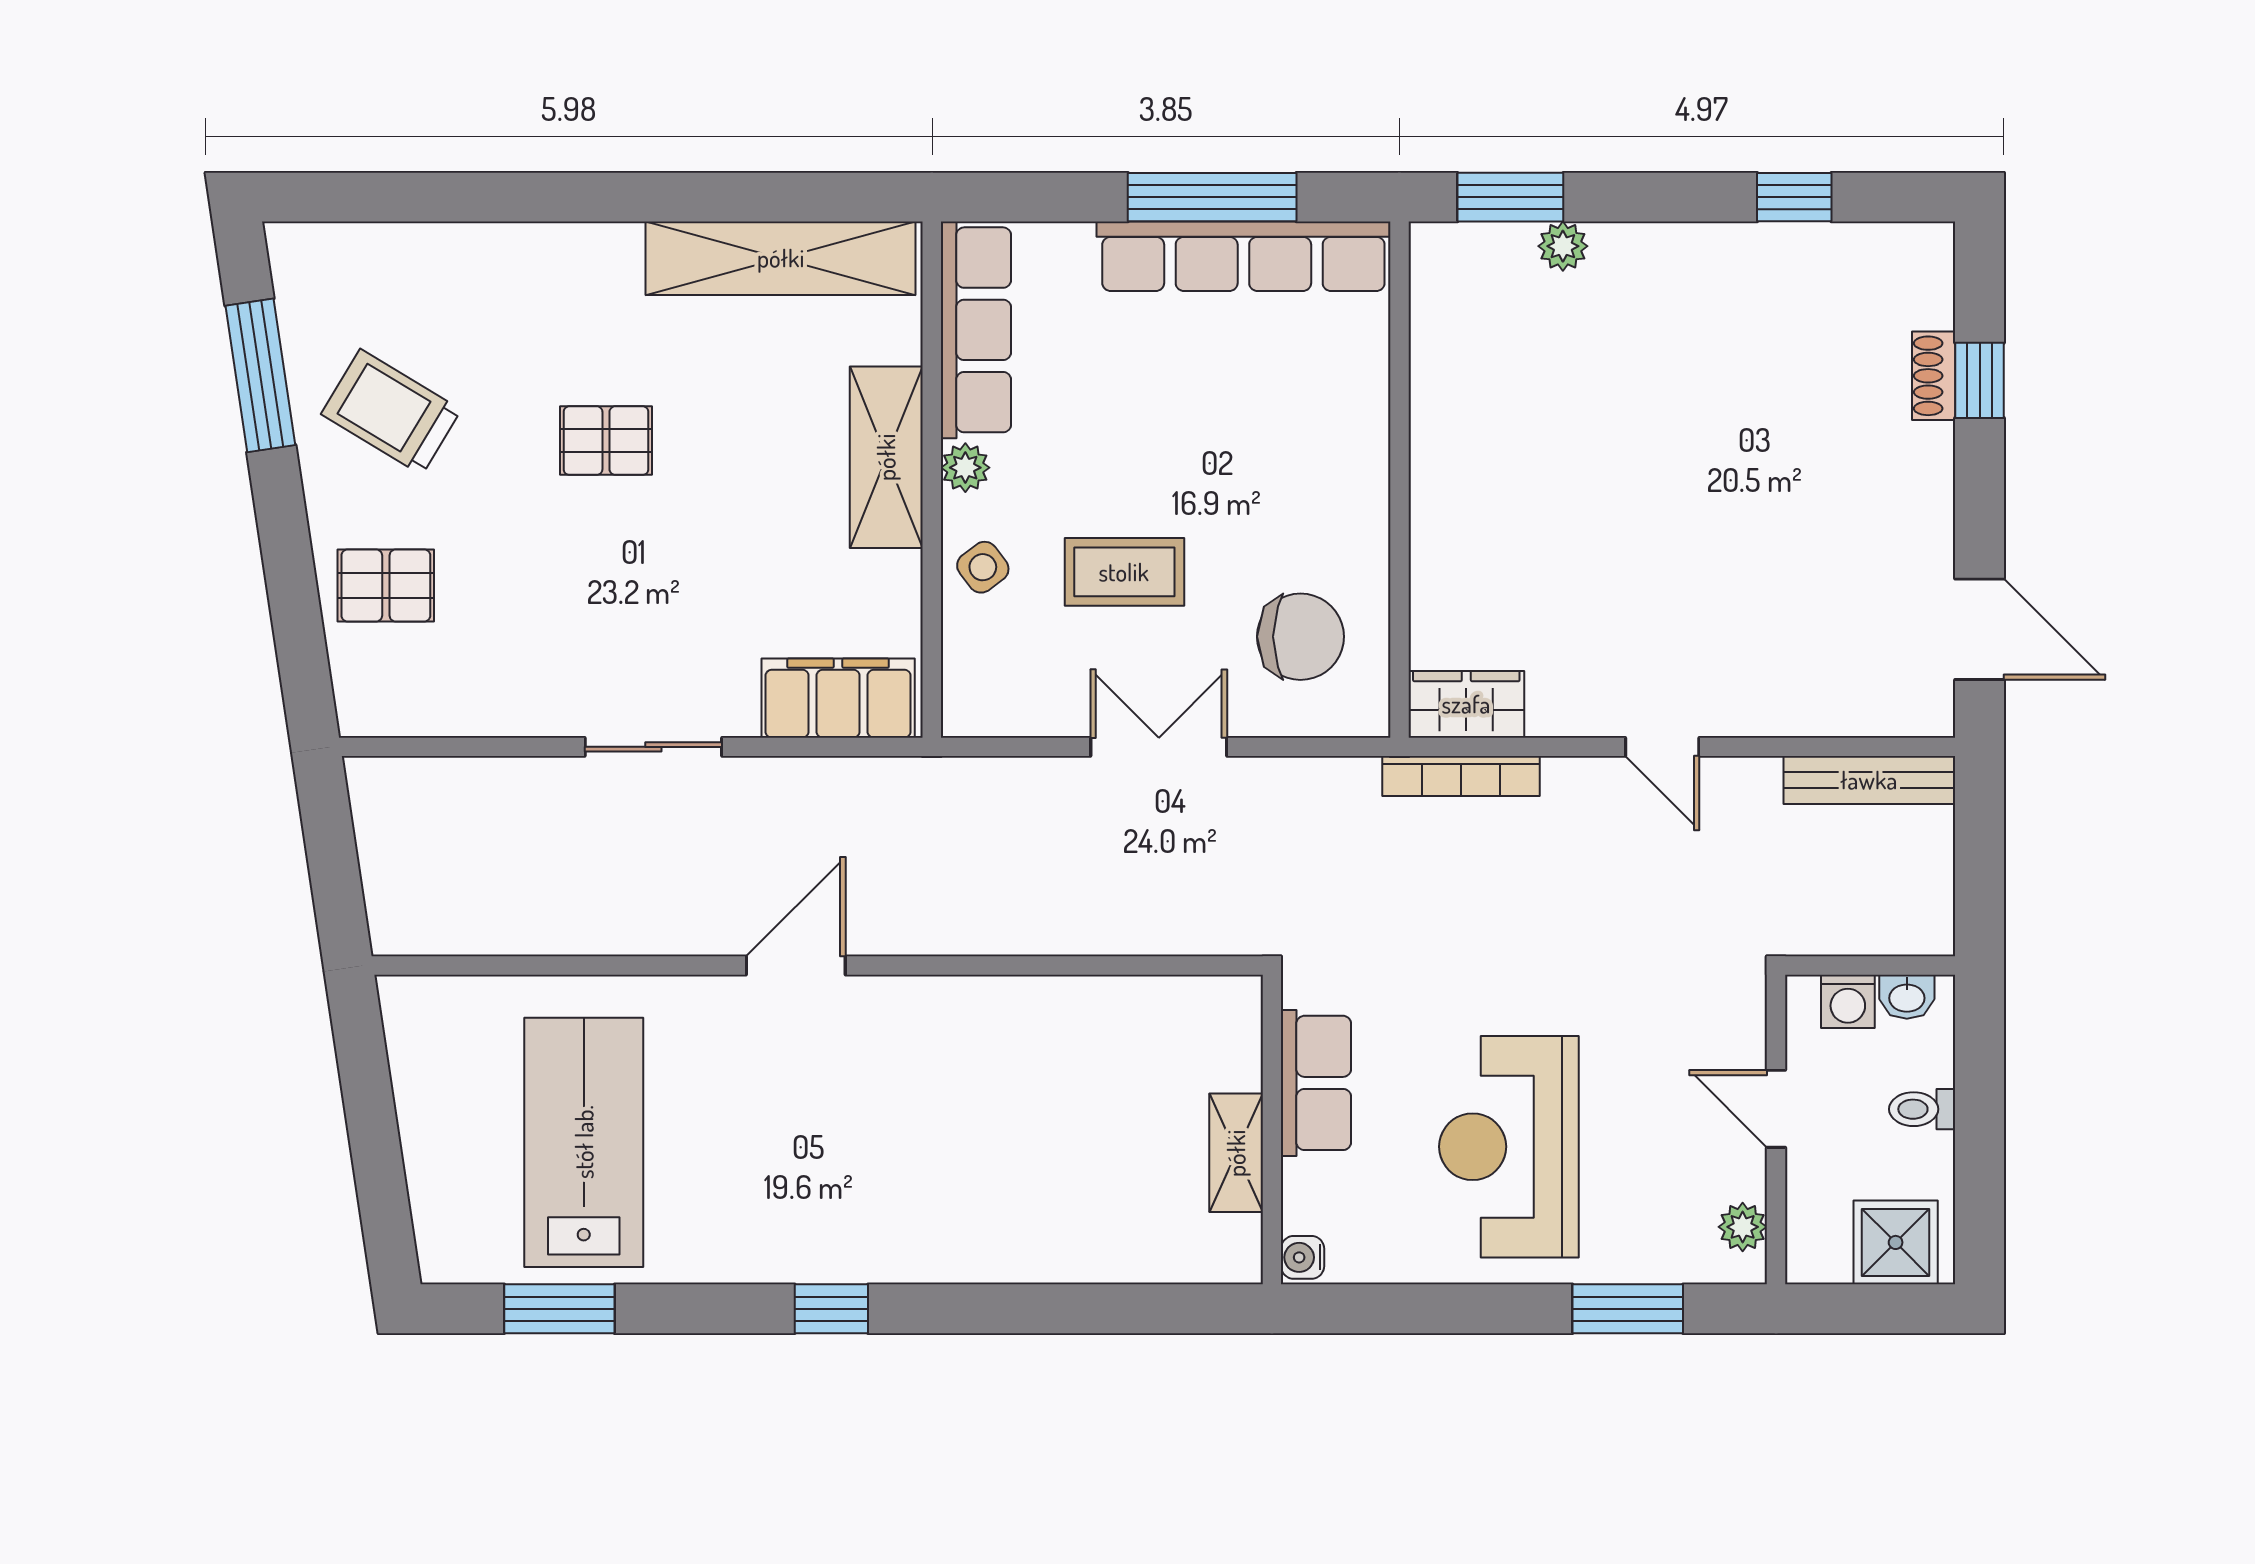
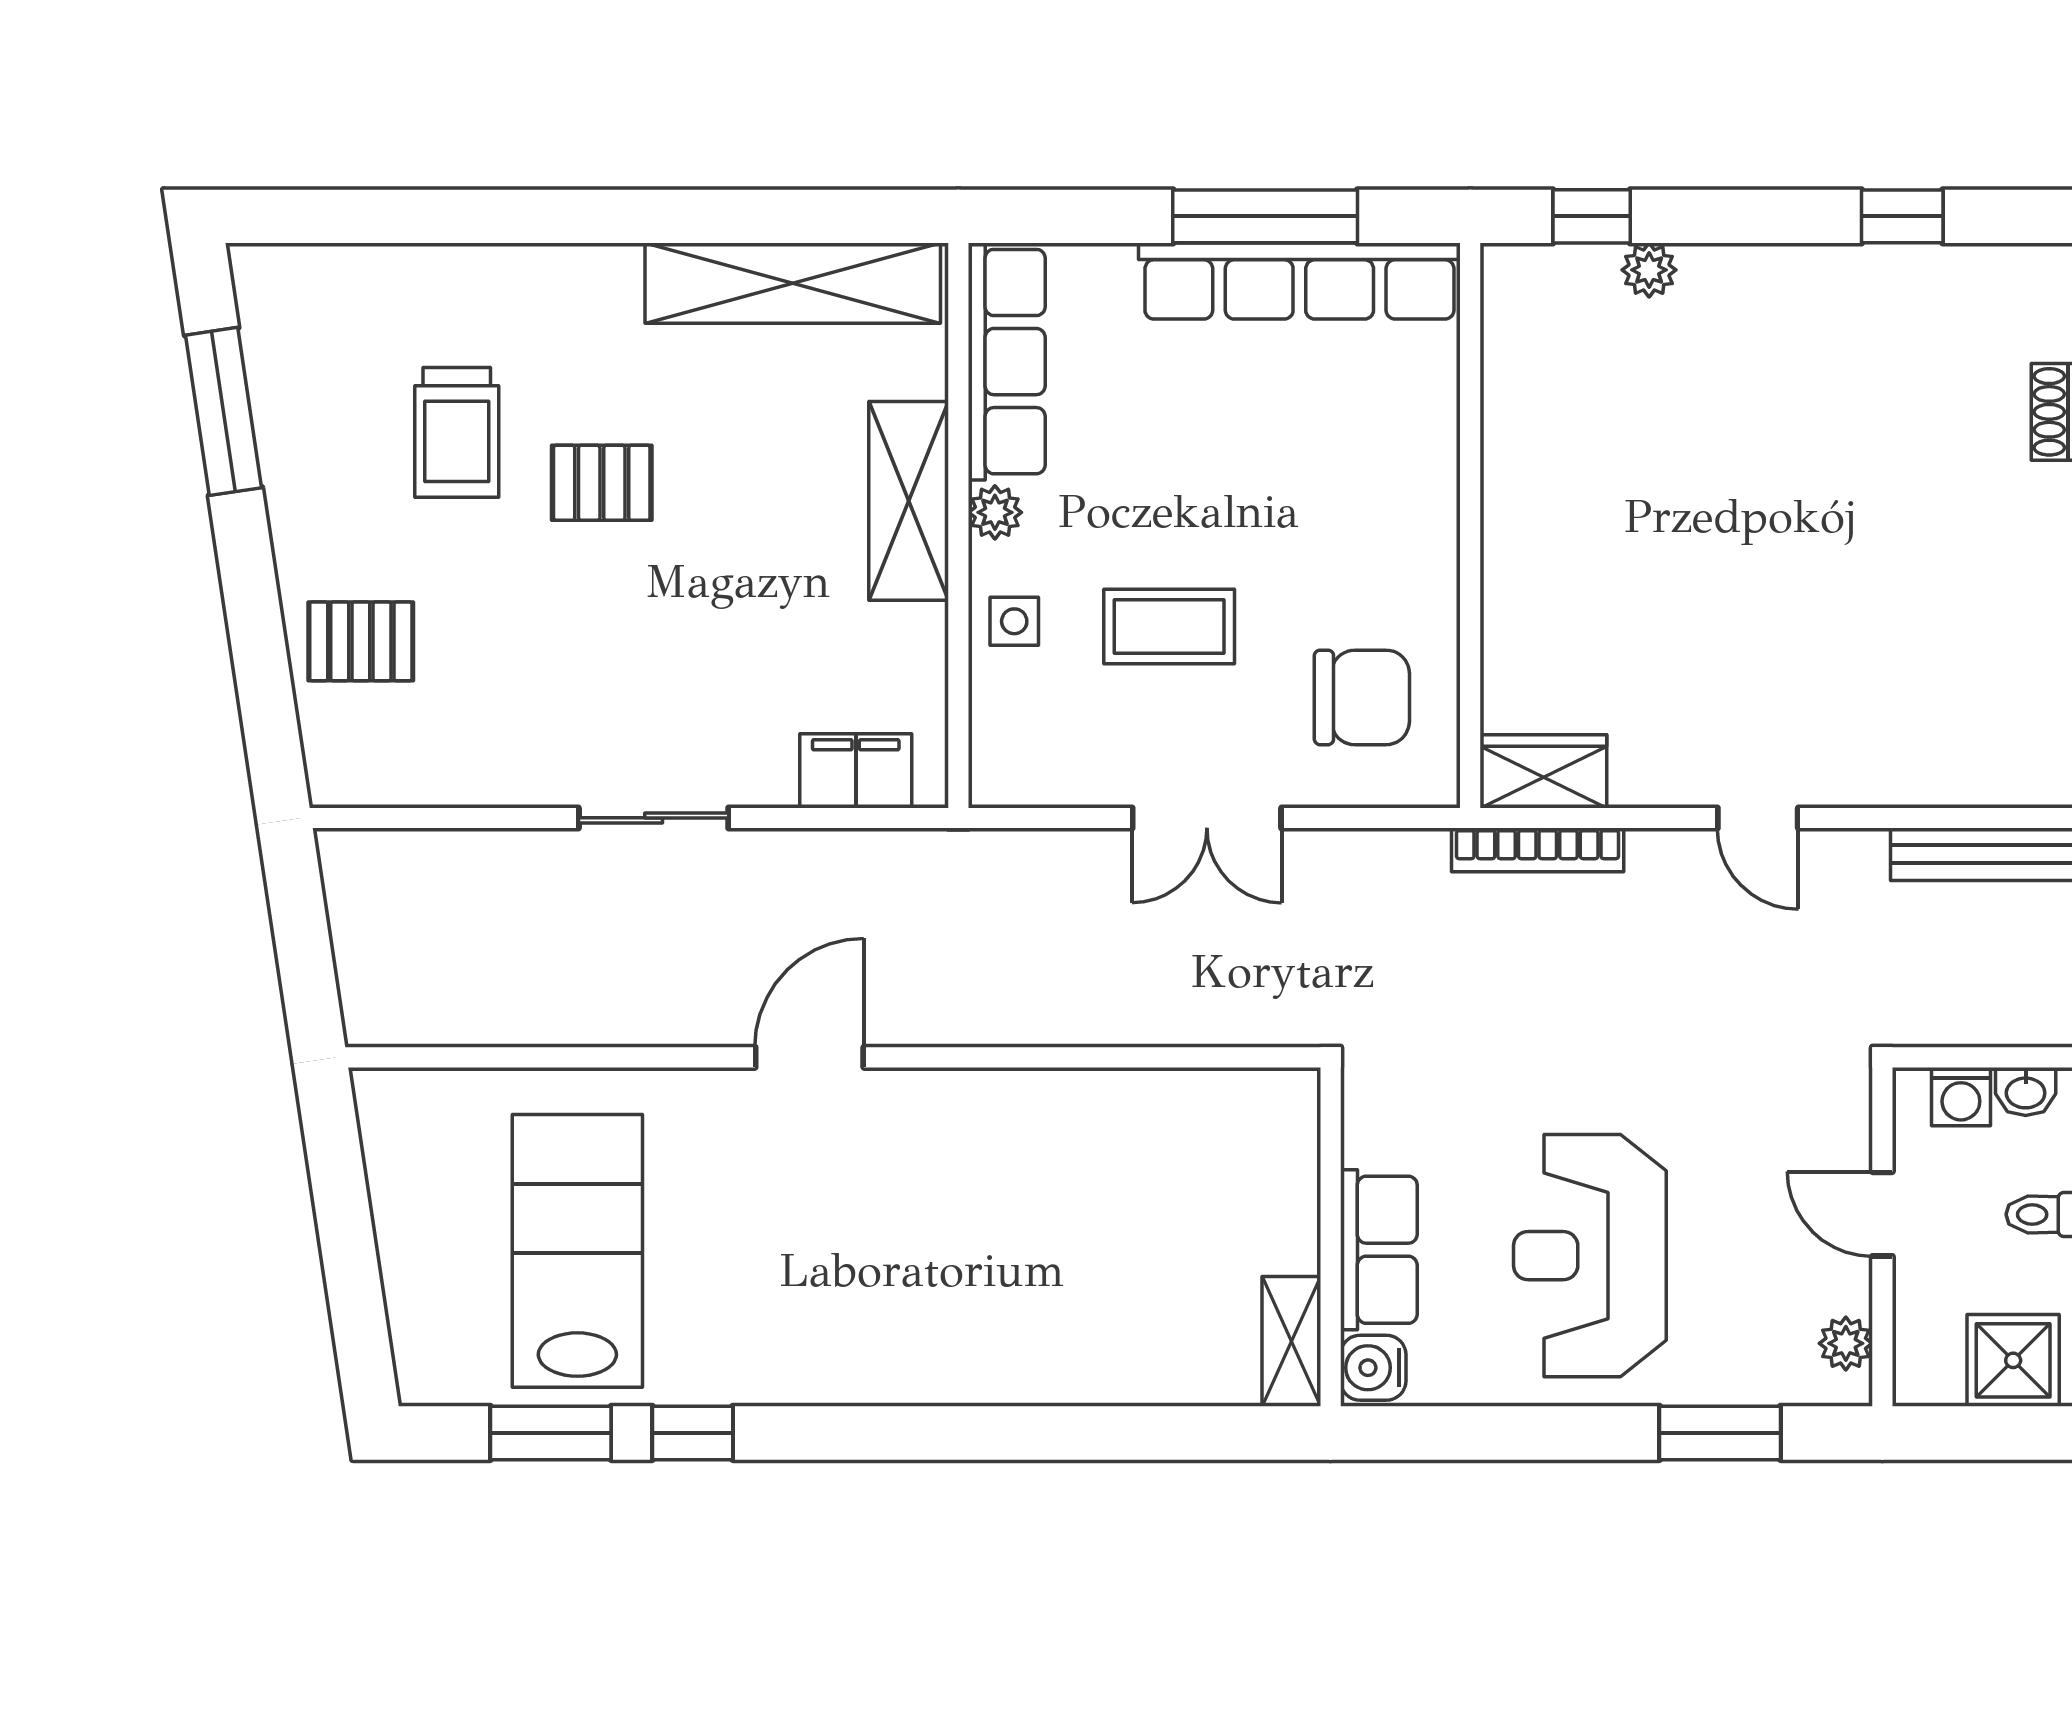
window: (1510, 197) -> (1592, 216), width x0.67
trolley: (391, 412) -> (457, 432), moved, turned -121
side table: (983, 567) -> (1014, 621), turned 37
filing cabinet: (838, 698) -> (856, 771), width x0.67, depth x0.86
double door: (1159, 747) -> (1207, 818), swing flipped
row of seats: (1316, 1083) -> (1379, 1250), moved
shelving: (1236, 1153) -> (1291, 1341), moved
water cooler: (1303, 1257) -> (1373, 1368), width x1.38, depth x1.38
window: (831, 1309) -> (693, 1433), moved

